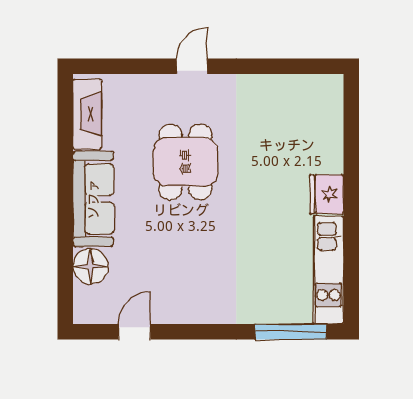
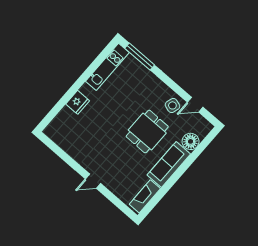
dining table: (185, 162) -> (147, 132), moved
fridge: (327, 194) -> (78, 102), moved
side table: (170, 299) -> (172, 105), added

